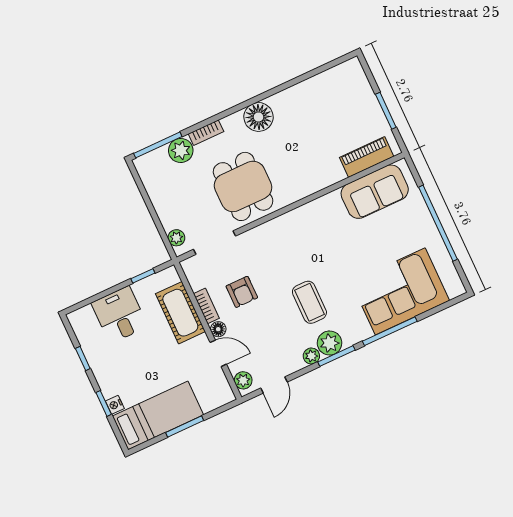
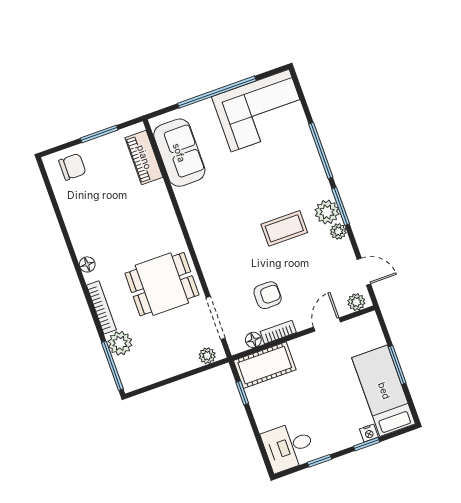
chair: (351, 87) -> (72, 167), added
floor lamp: (259, 117) -> (87, 264), width x0.53, depth x0.53
bookcase: (206, 133) -> (101, 307), width x1.56
corner sofa: (400, 291) -> (260, 111), moved, turned -90
cot: (180, 313) -> (265, 365), moved
desk: (119, 315) -> (289, 446), moved
floor lamp: (218, 329) -> (253, 340), moved

